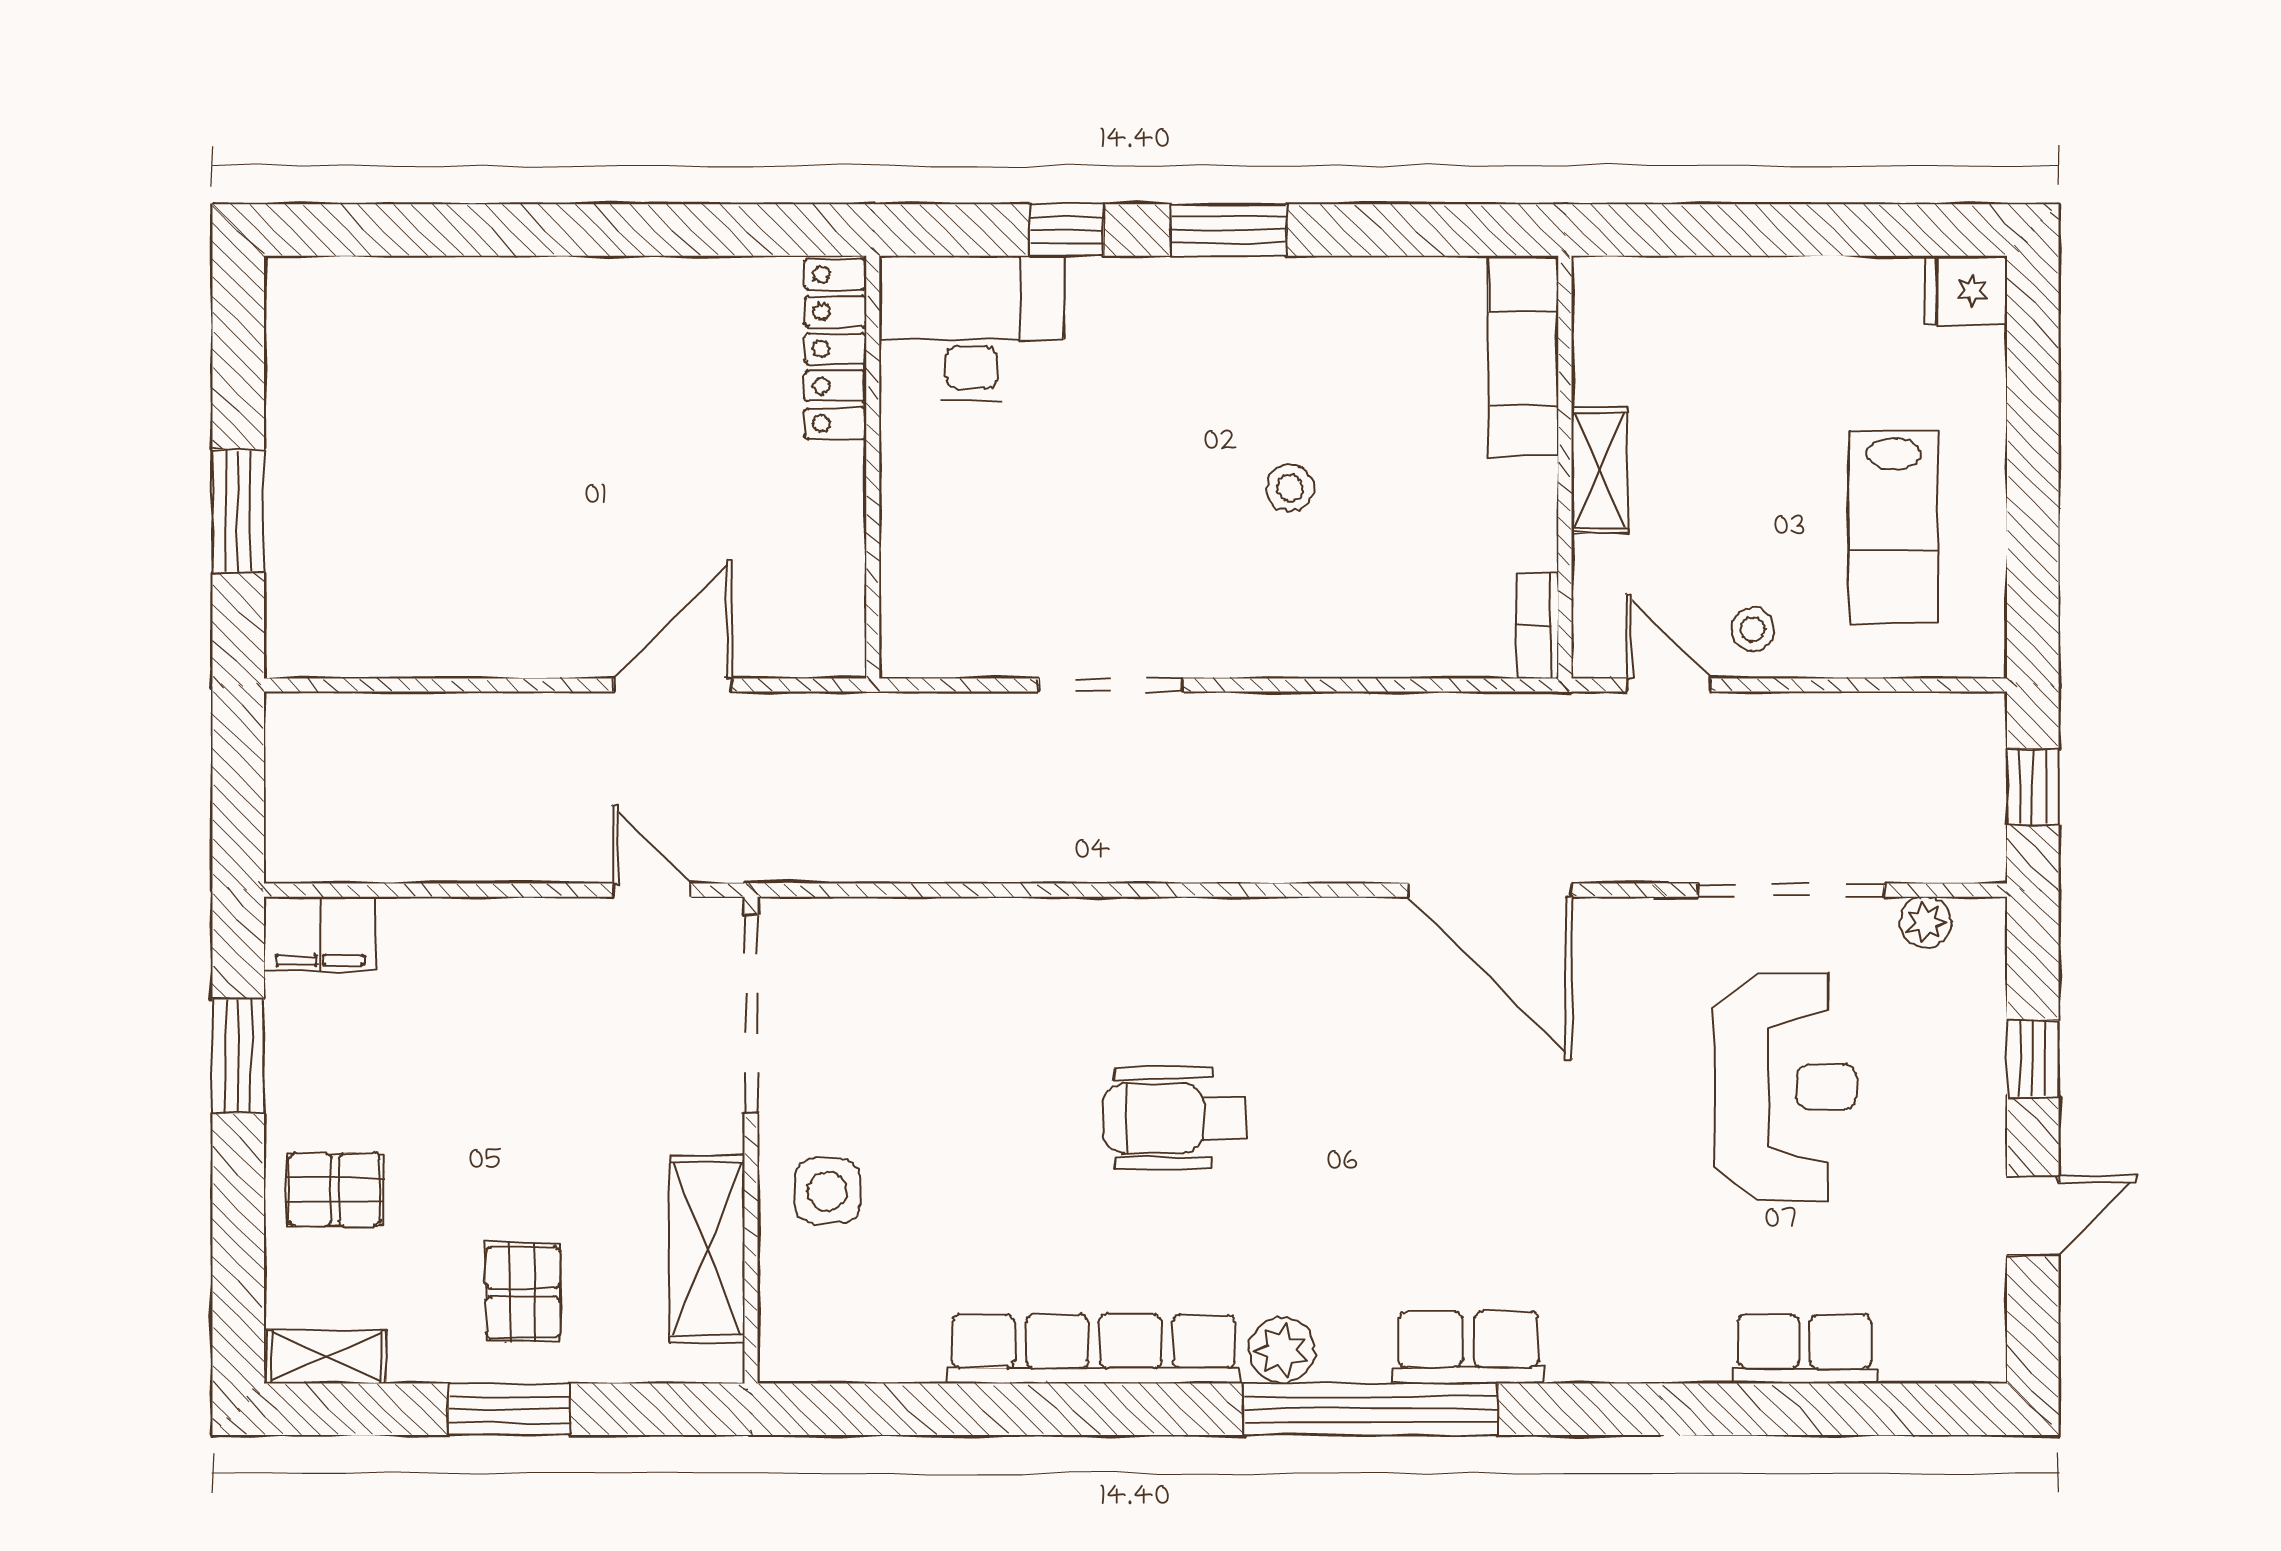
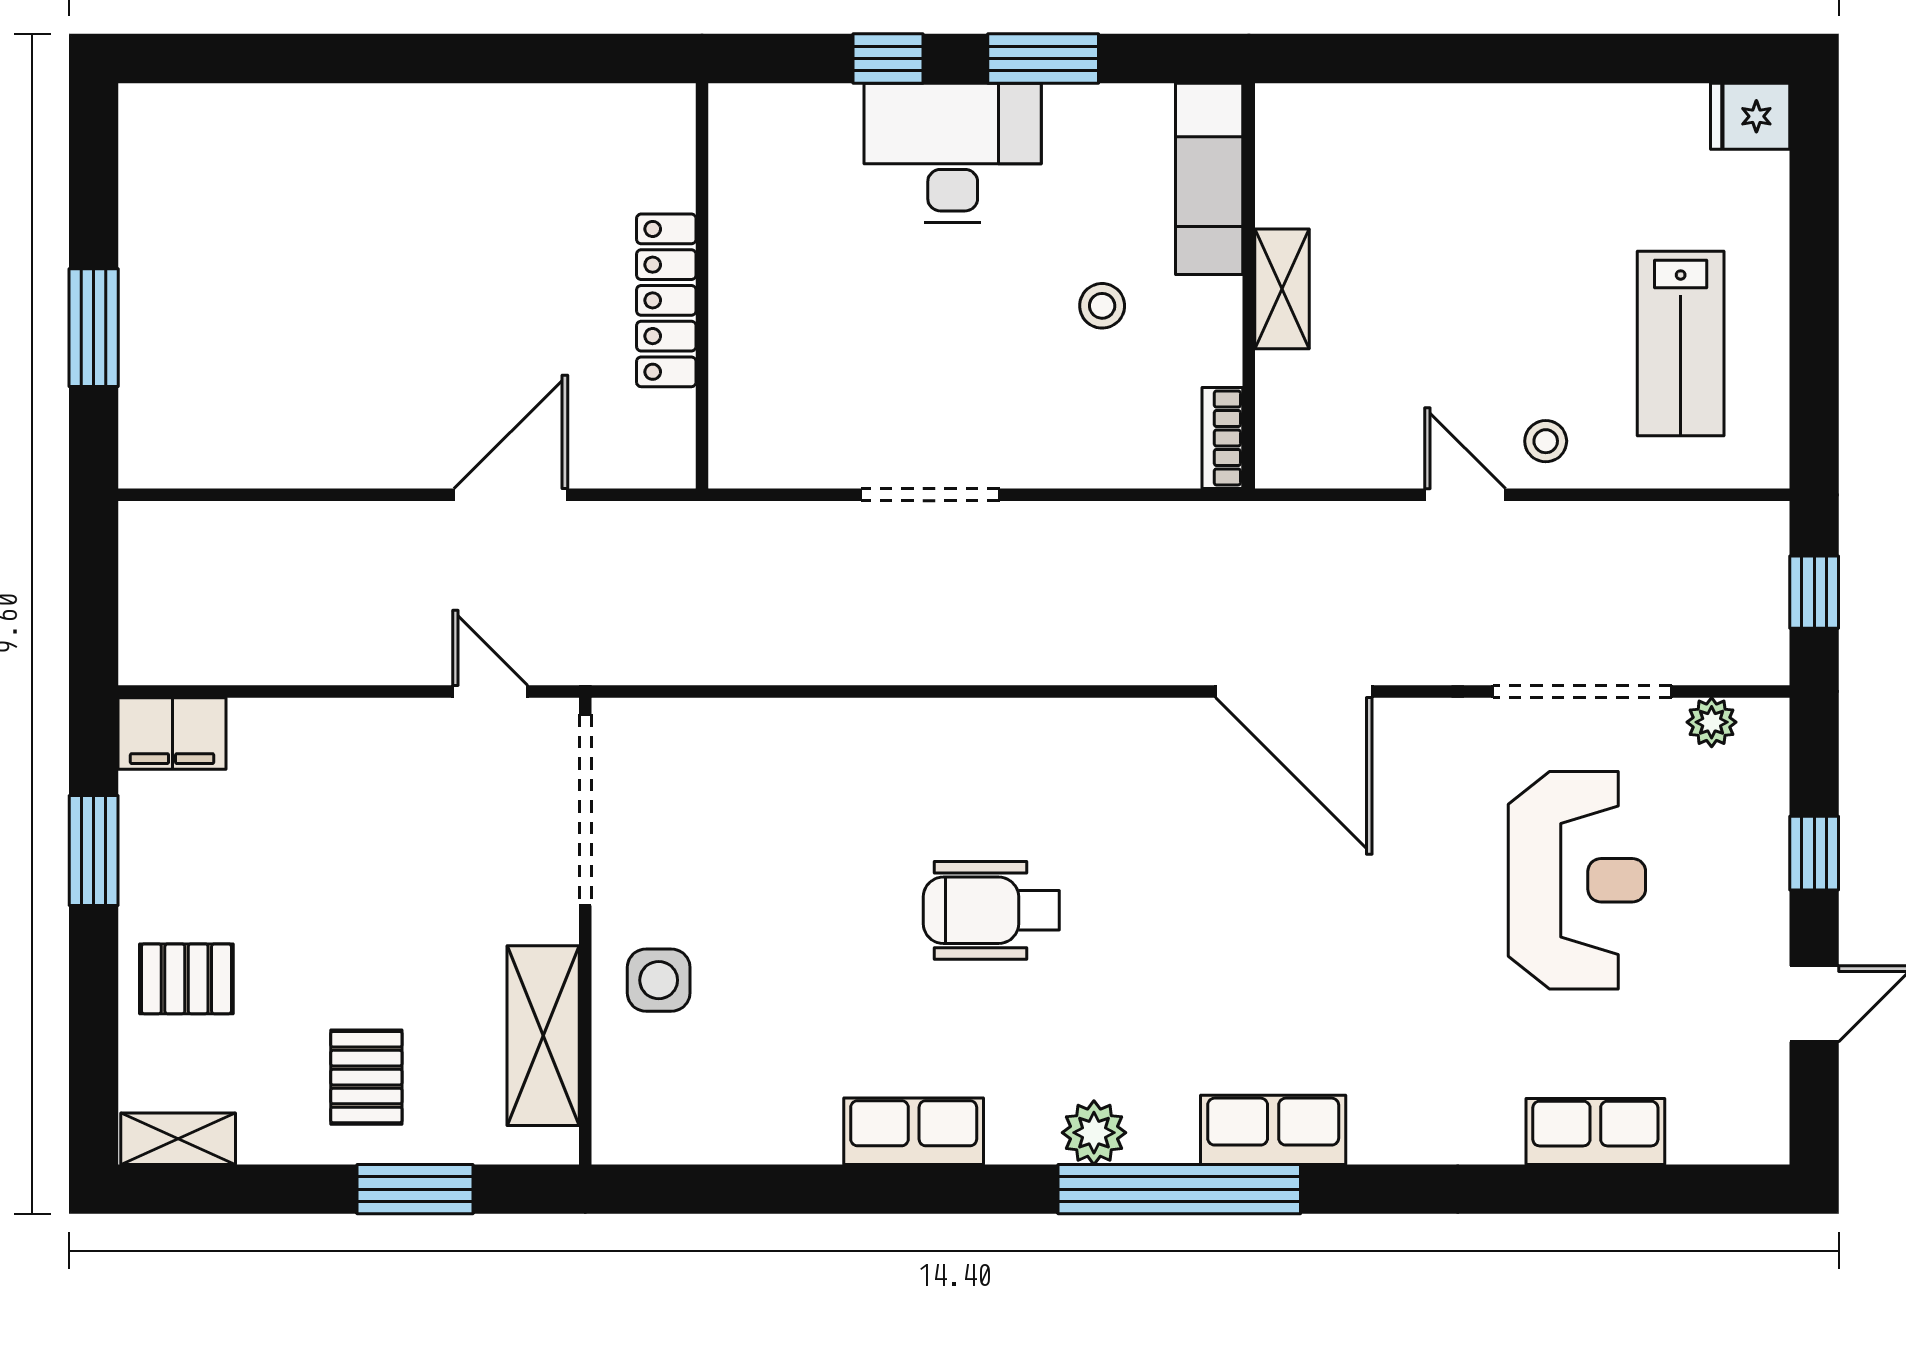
desk: (971, 328) -> (953, 153), moved
locker: (835, 349) -> (666, 300), moved
exam couch: (1523, 356) -> (1209, 179), moved
wall: (1565, 467) -> (1249, 286), moved
shelving: (1599, 470) -> (1282, 289), moved
bookcase: (1537, 626) -> (1222, 438), moved
row of seats: (1094, 1349) -> (914, 1131), width x0.50
window: (510, 1409) -> (415, 1189), moved

